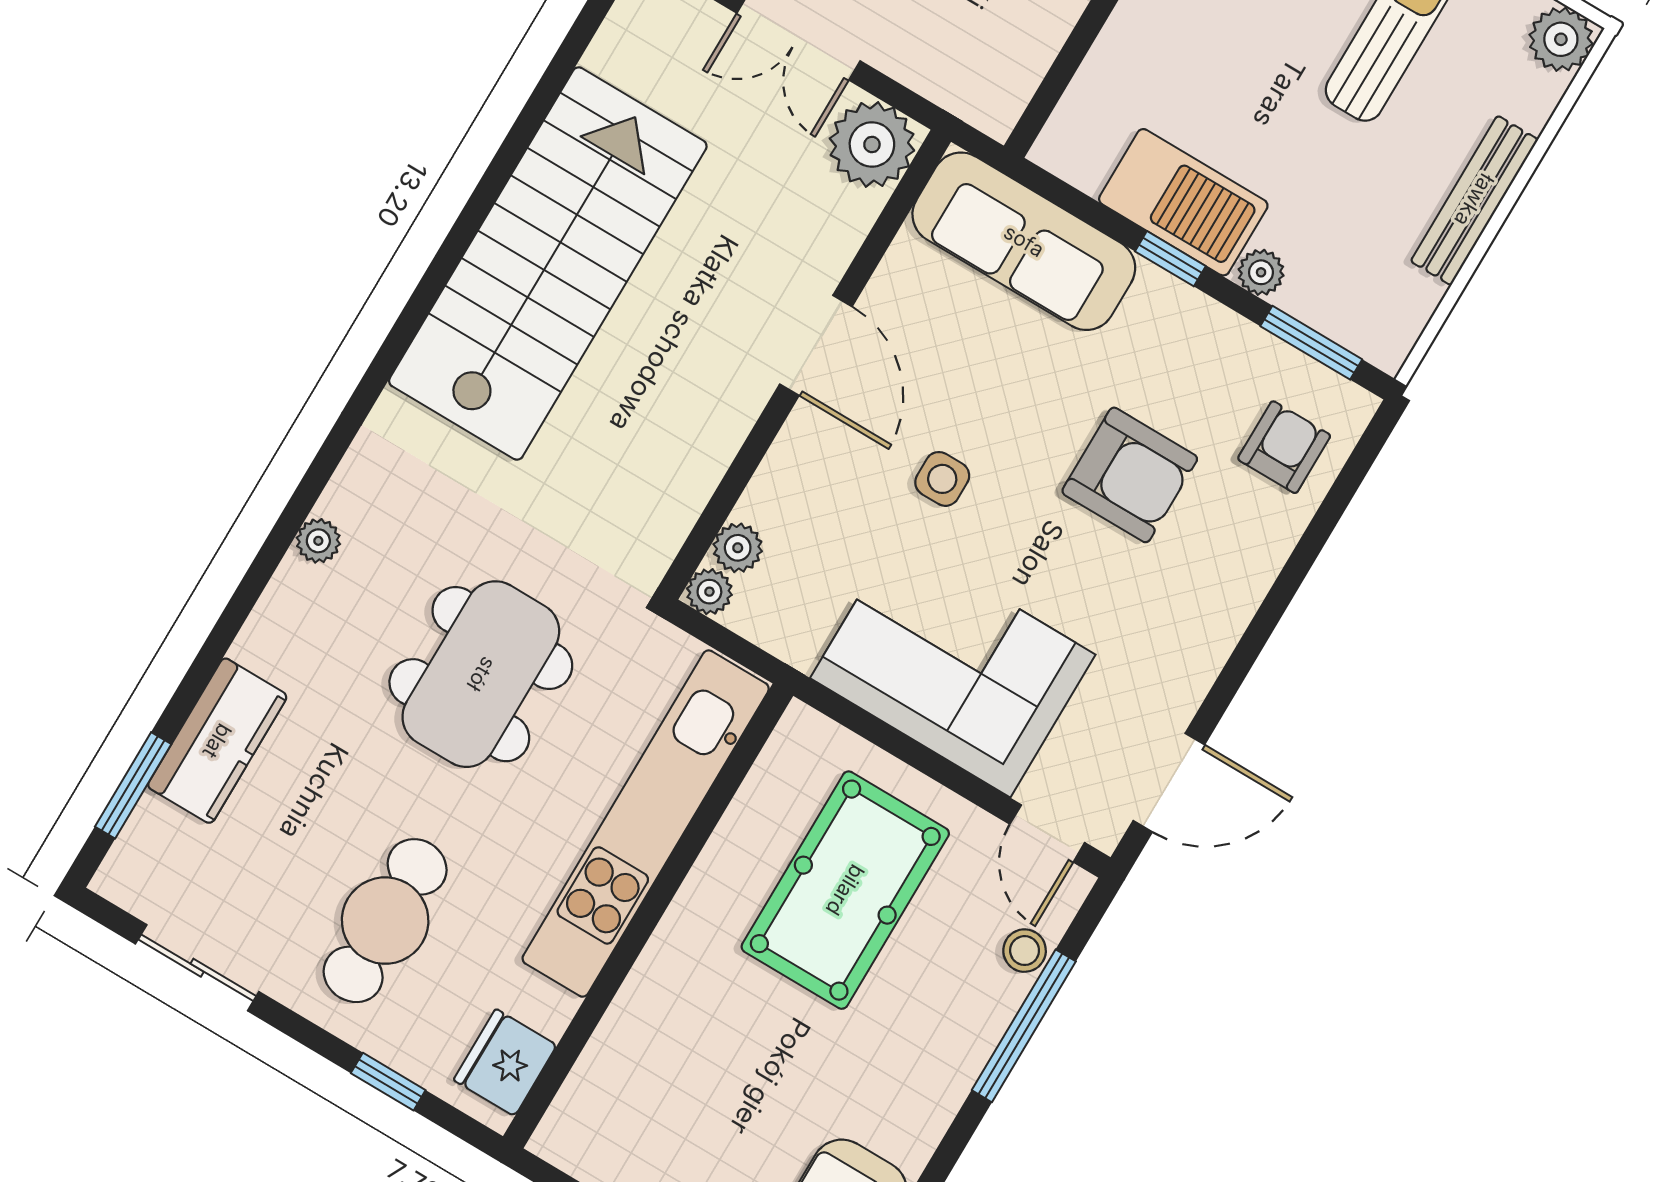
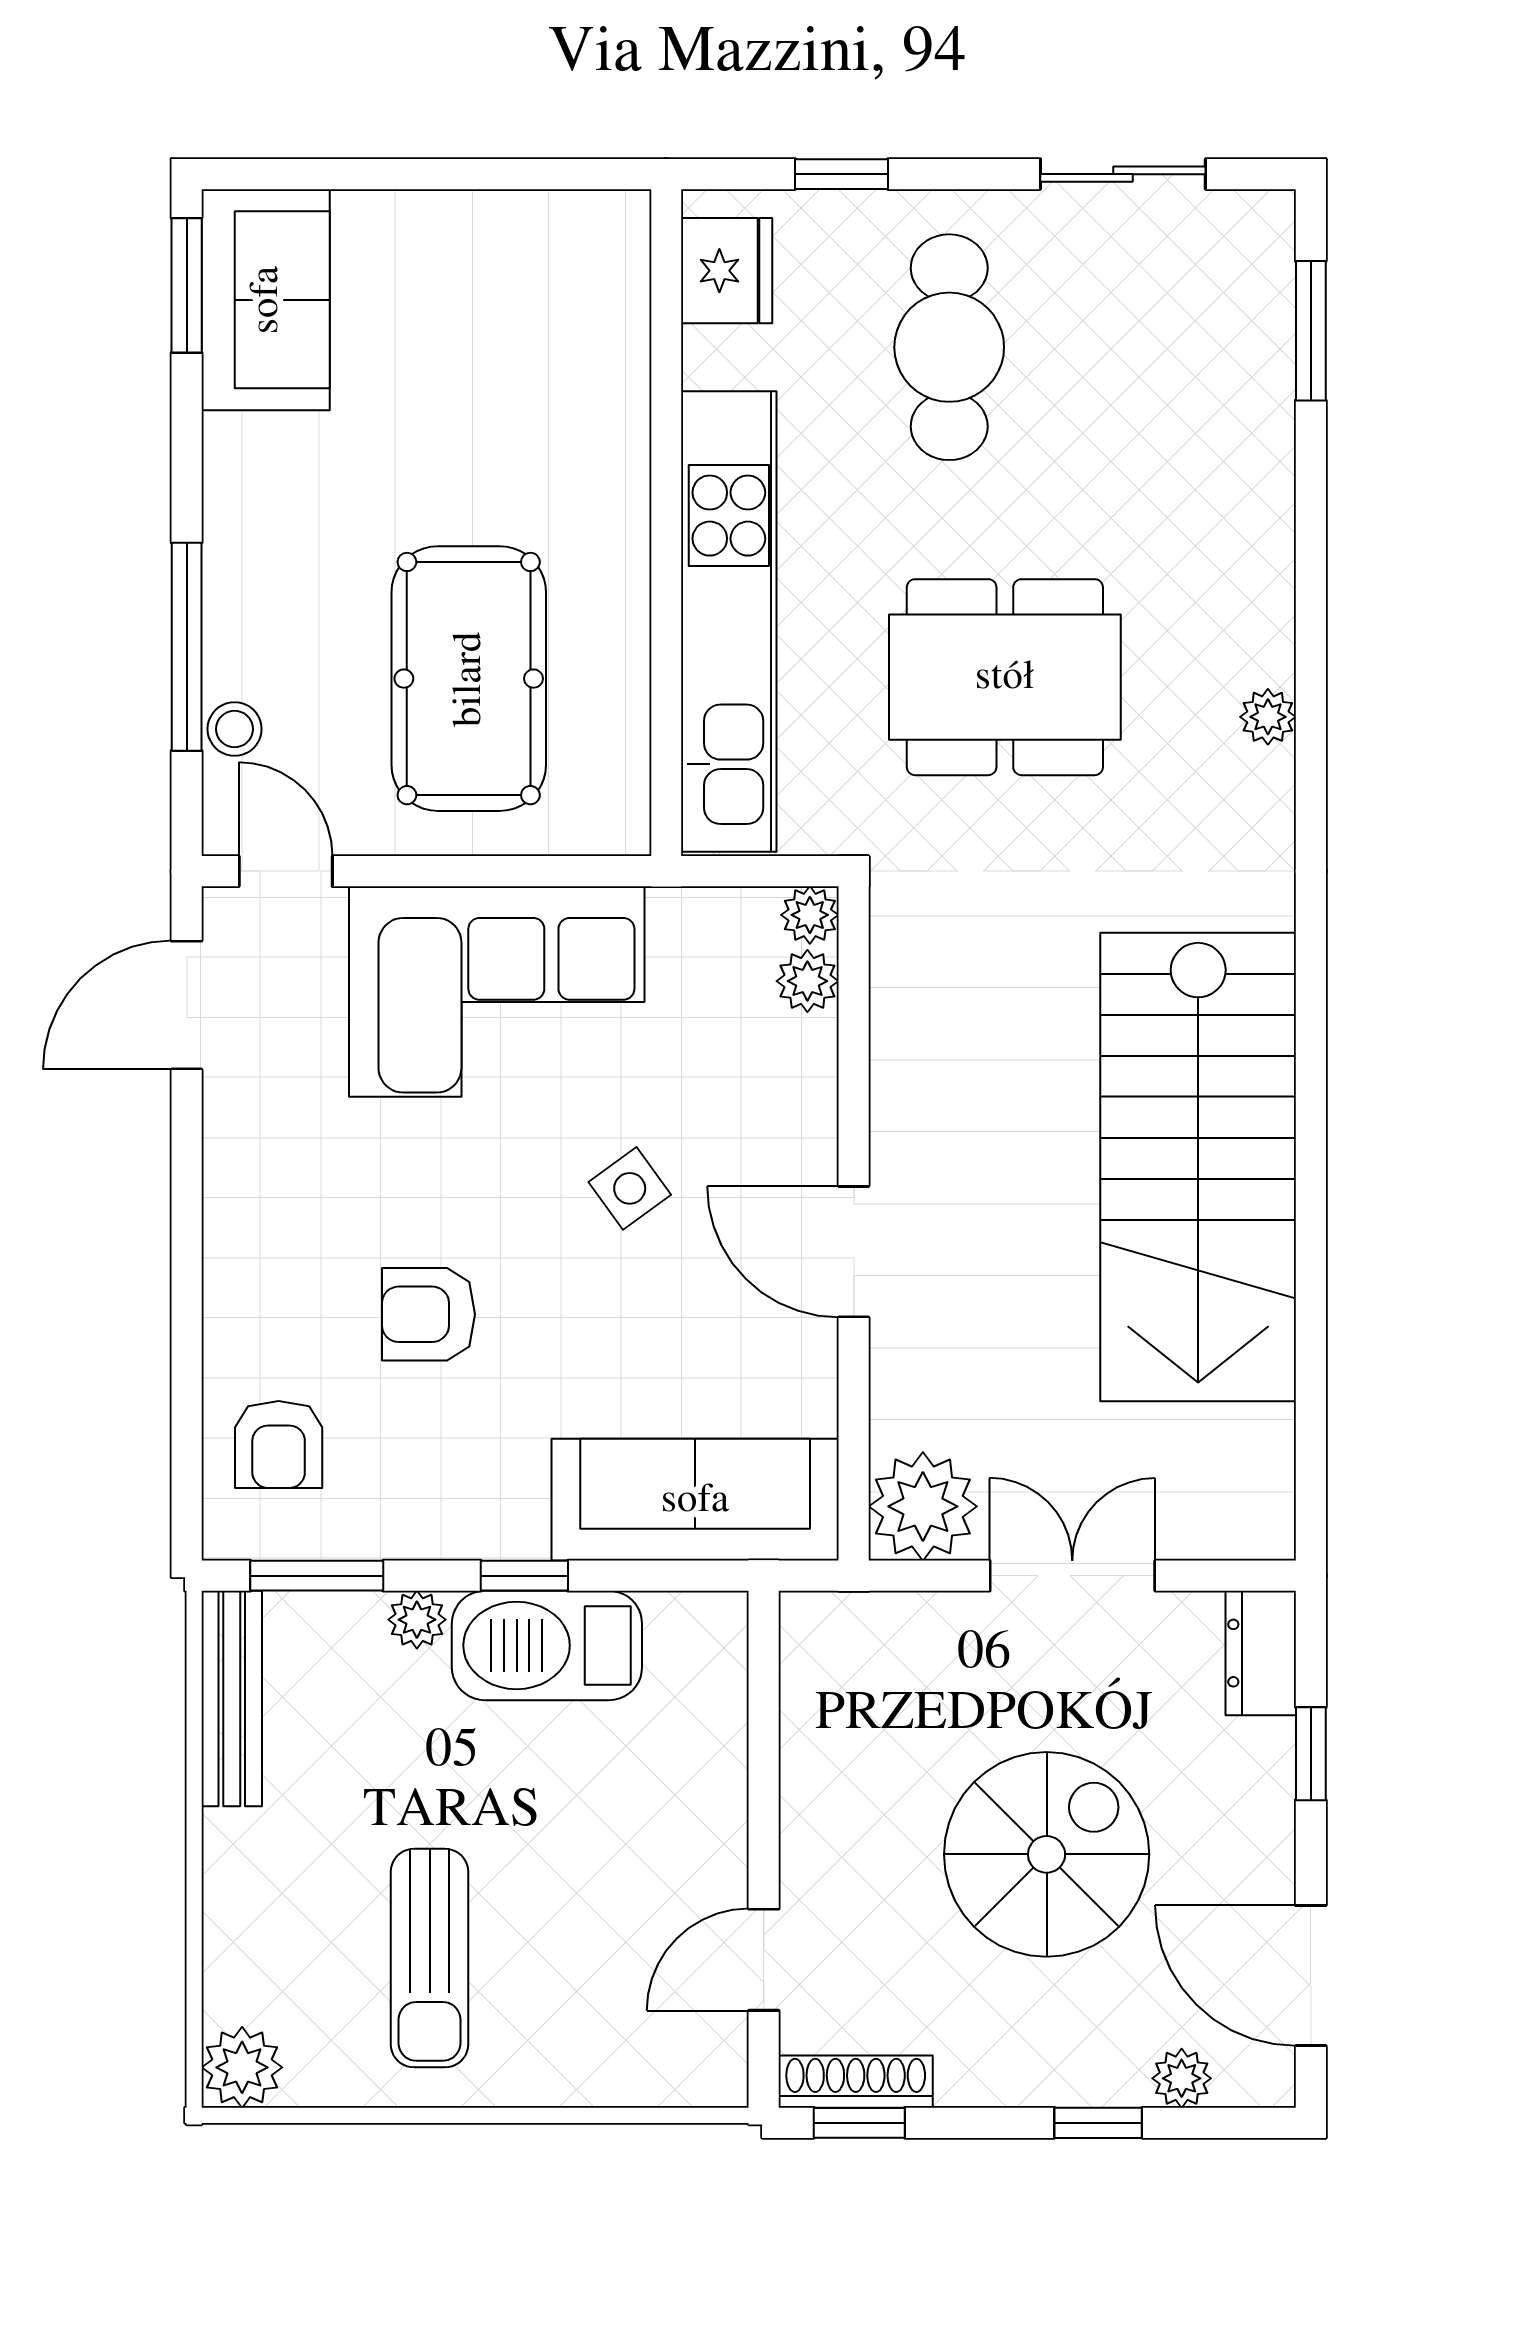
bench: (1474, 200) -> (232, 1699), moved
armchair: (1130, 475) -> (428, 1314), width x0.72, depth x0.72
side table: (942, 479) -> (630, 1188), turned -36
dining table: (481, 674) -> (1005, 677), turned 90
kitchen counter: (217, 741) -> (1248, 434), removed

